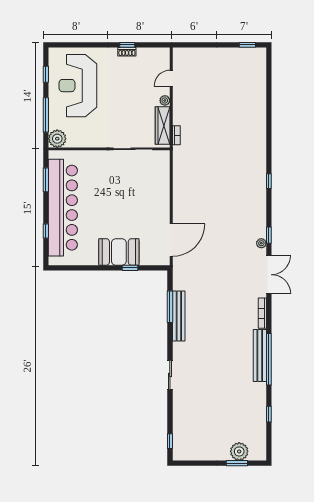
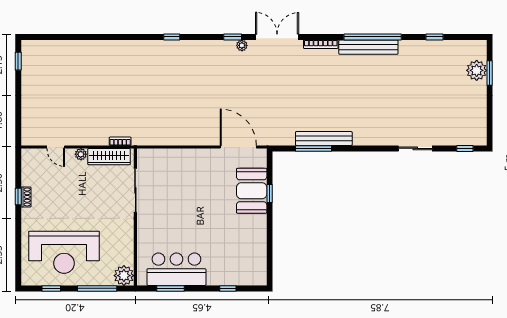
bar counter: (63, 208) -> (176, 269), width x0.54
booth: (119, 252) -> (252, 191), moved
sliding door: (170, 375) -> (415, 148), moved

